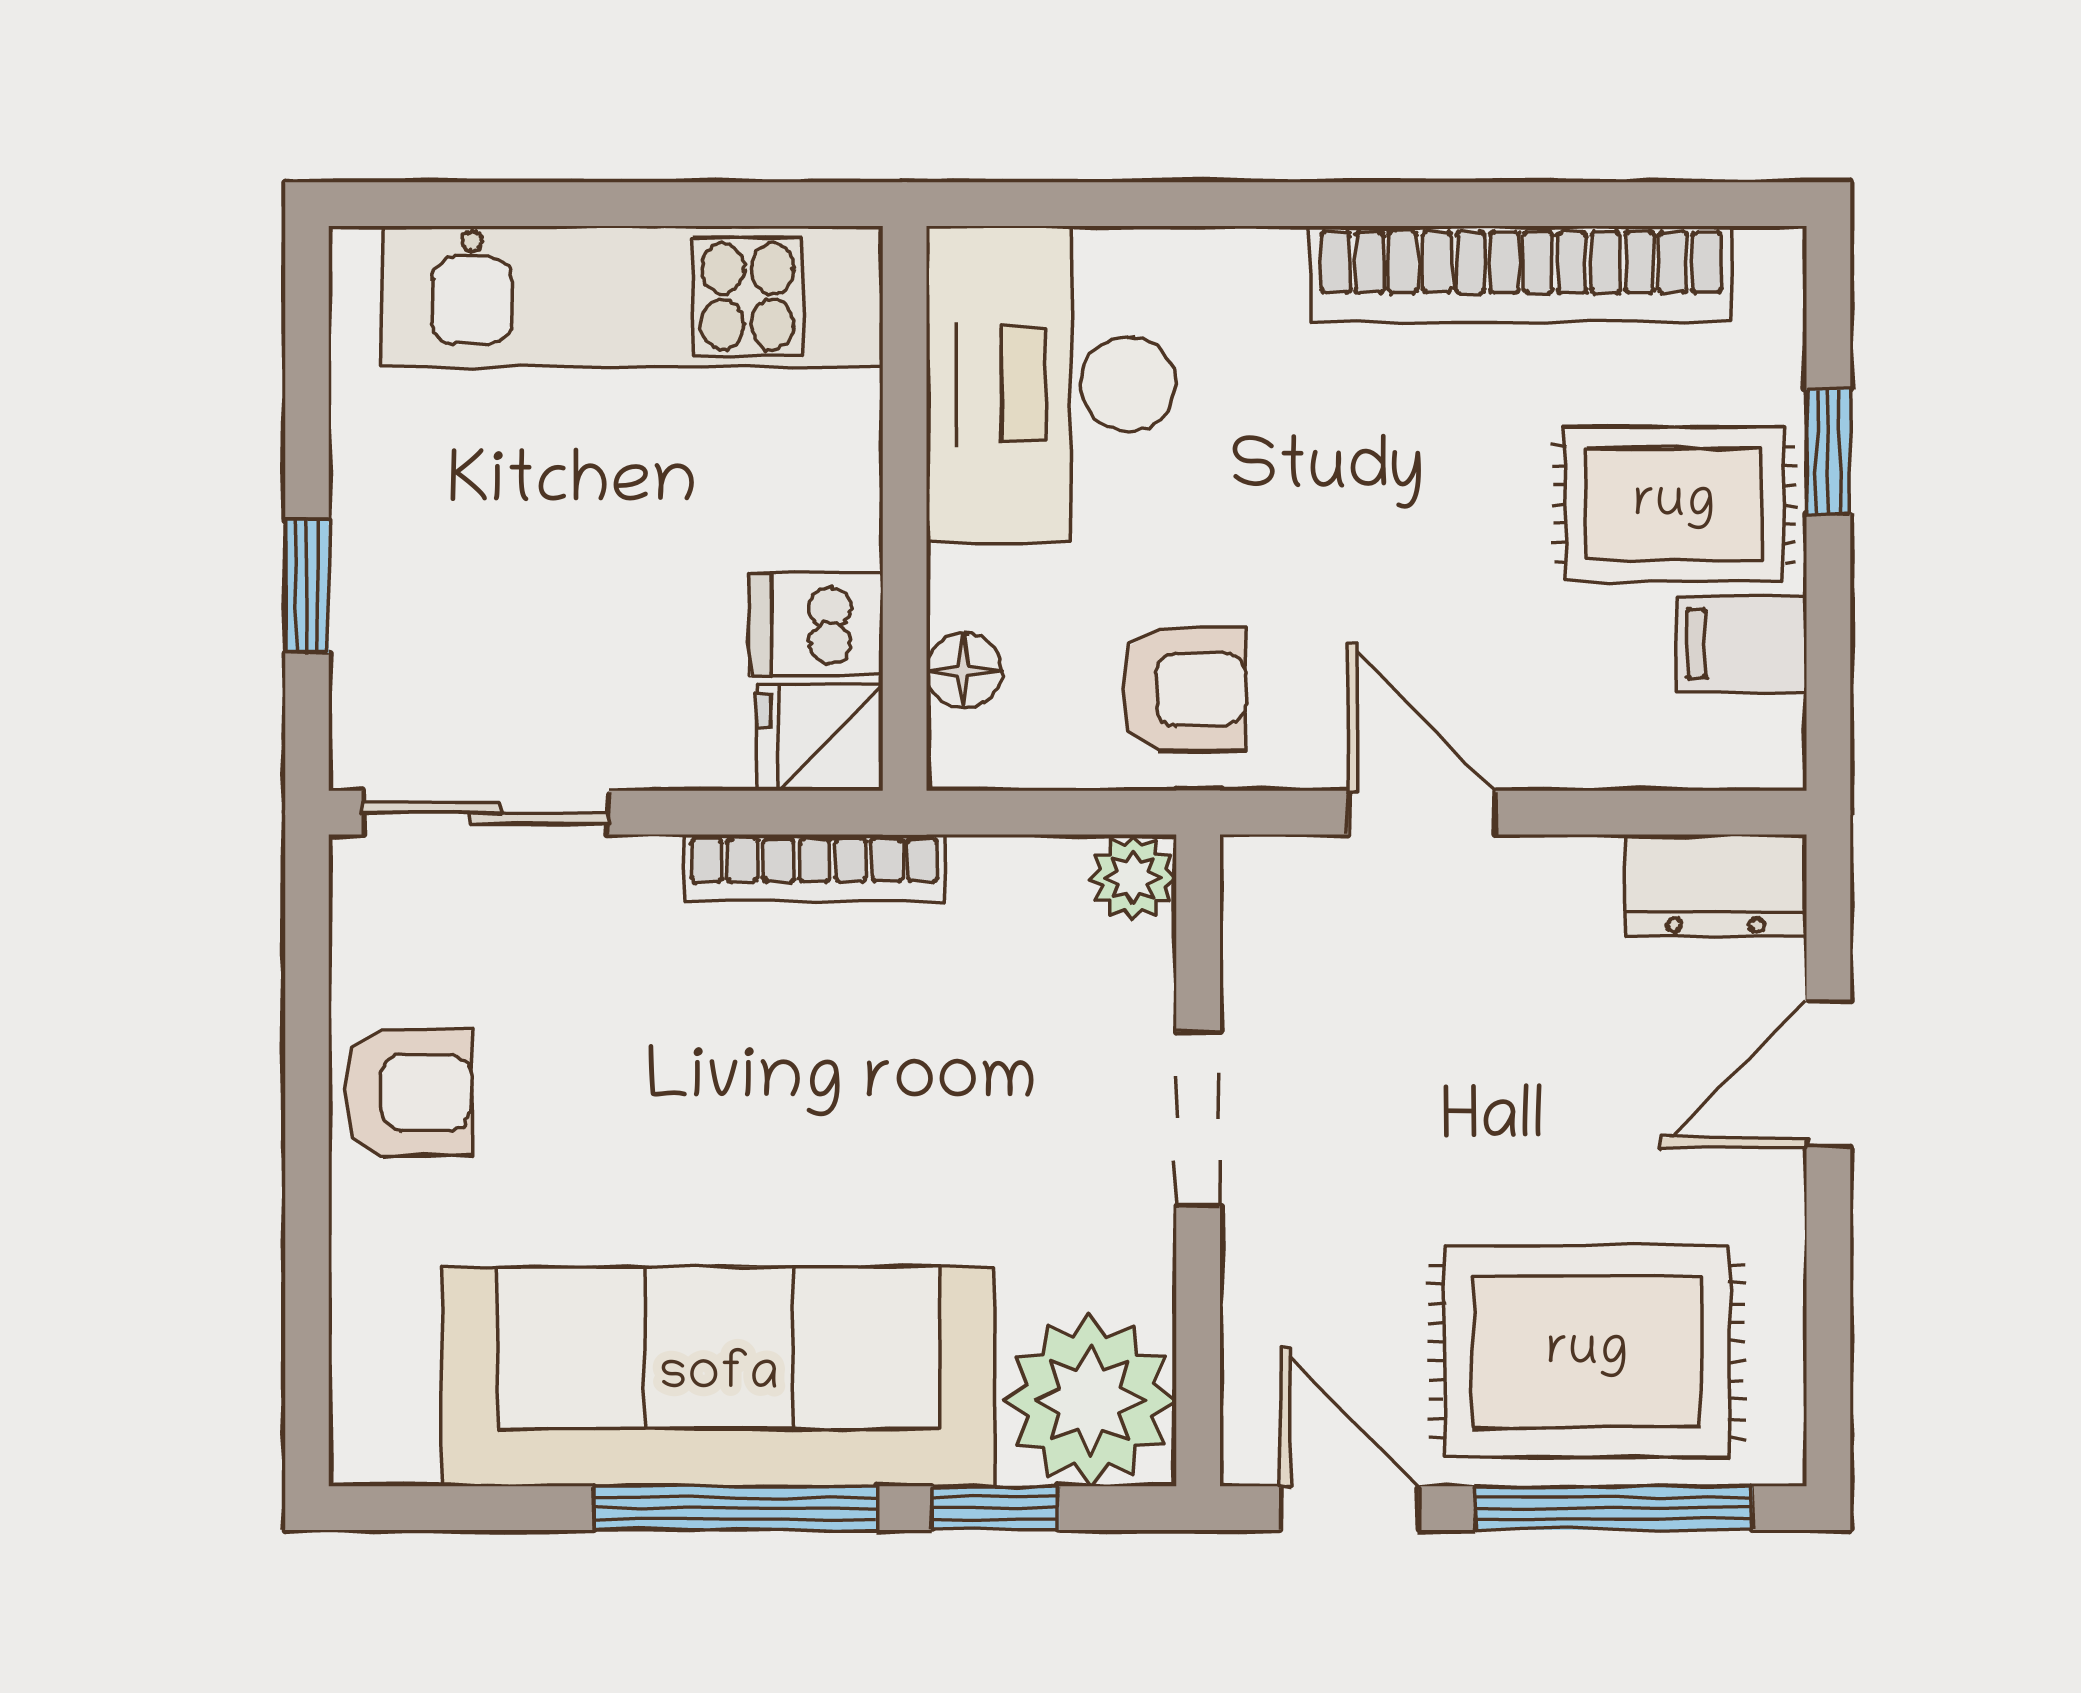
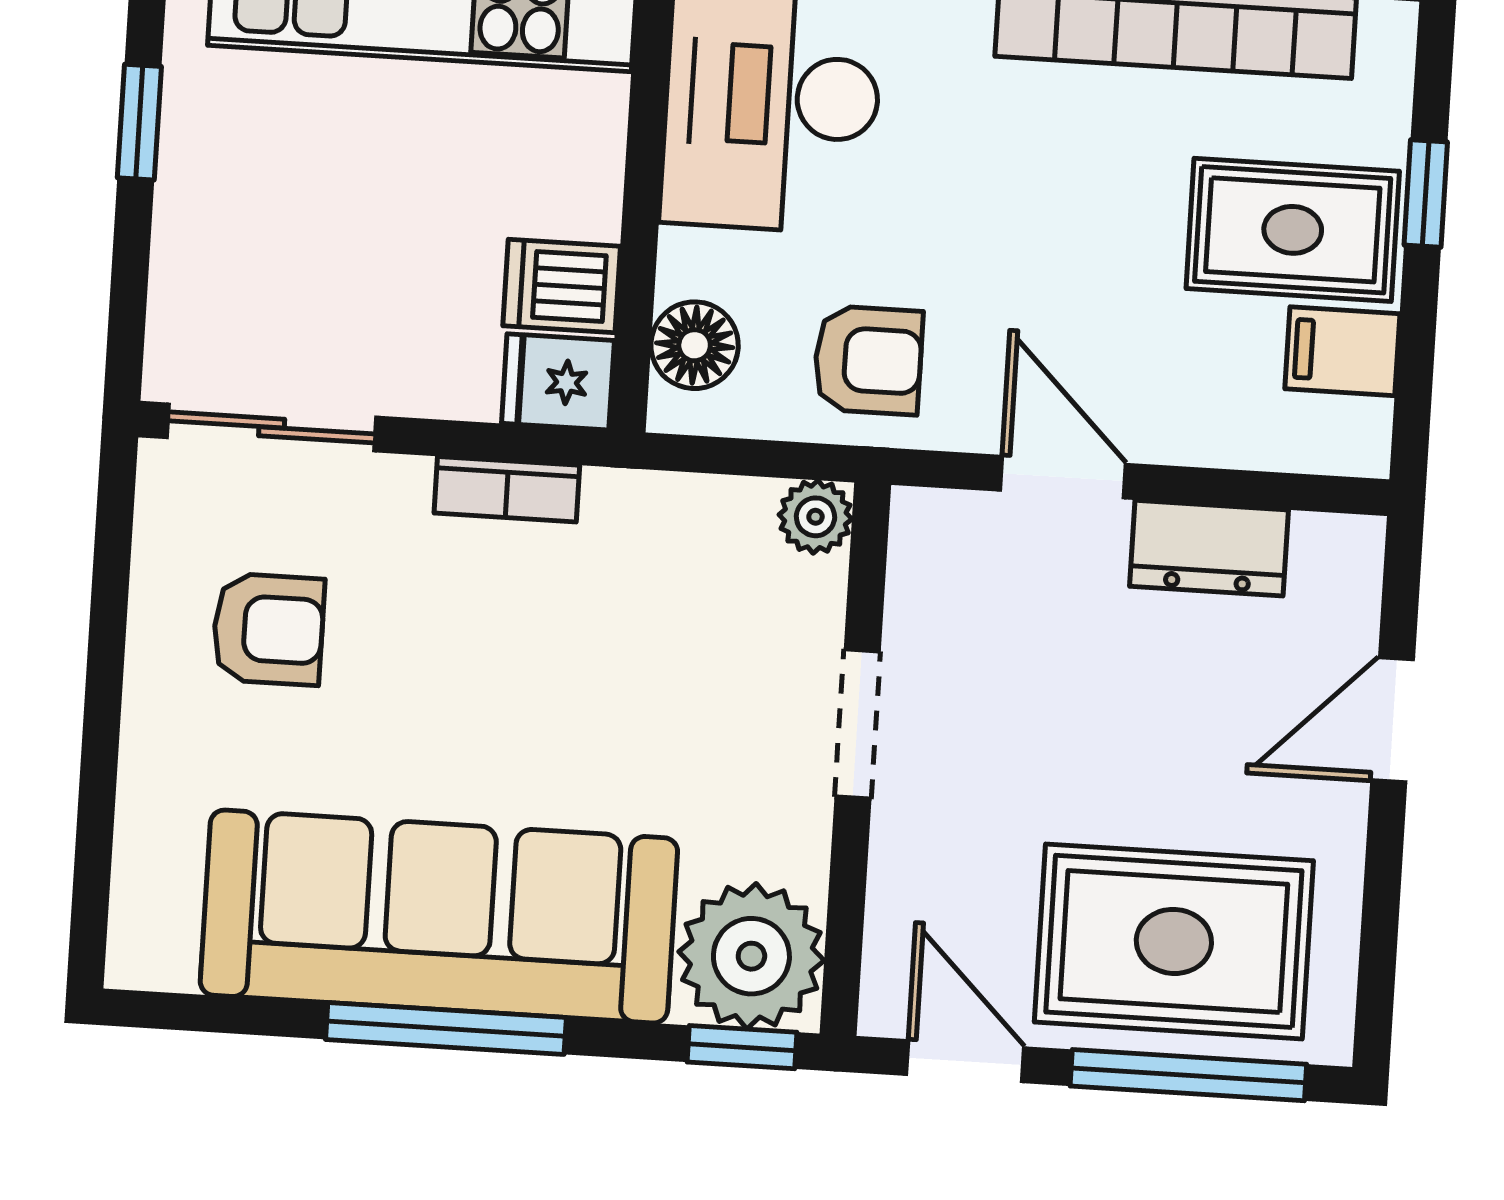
window: (307, 586) -> (139, 122), moved
floor lamp: (964, 671) -> (695, 345), width x1.37, depth x1.37
bookcase: (814, 868) -> (507, 489), width x0.64
dresser: (1716, 885) -> (1209, 548), moved
armchair: (408, 1093) -> (268, 629), moved
window: (996, 1508) -> (742, 1047), moved

